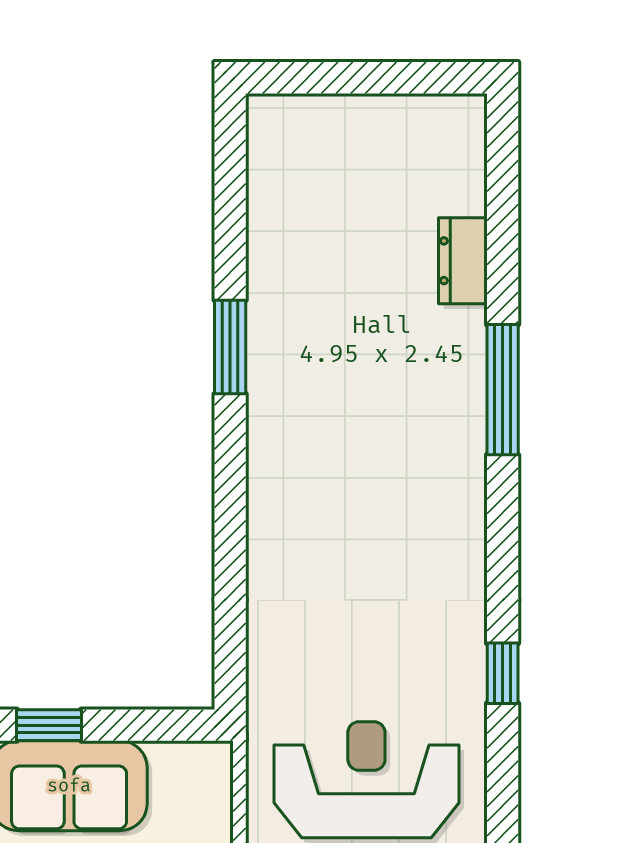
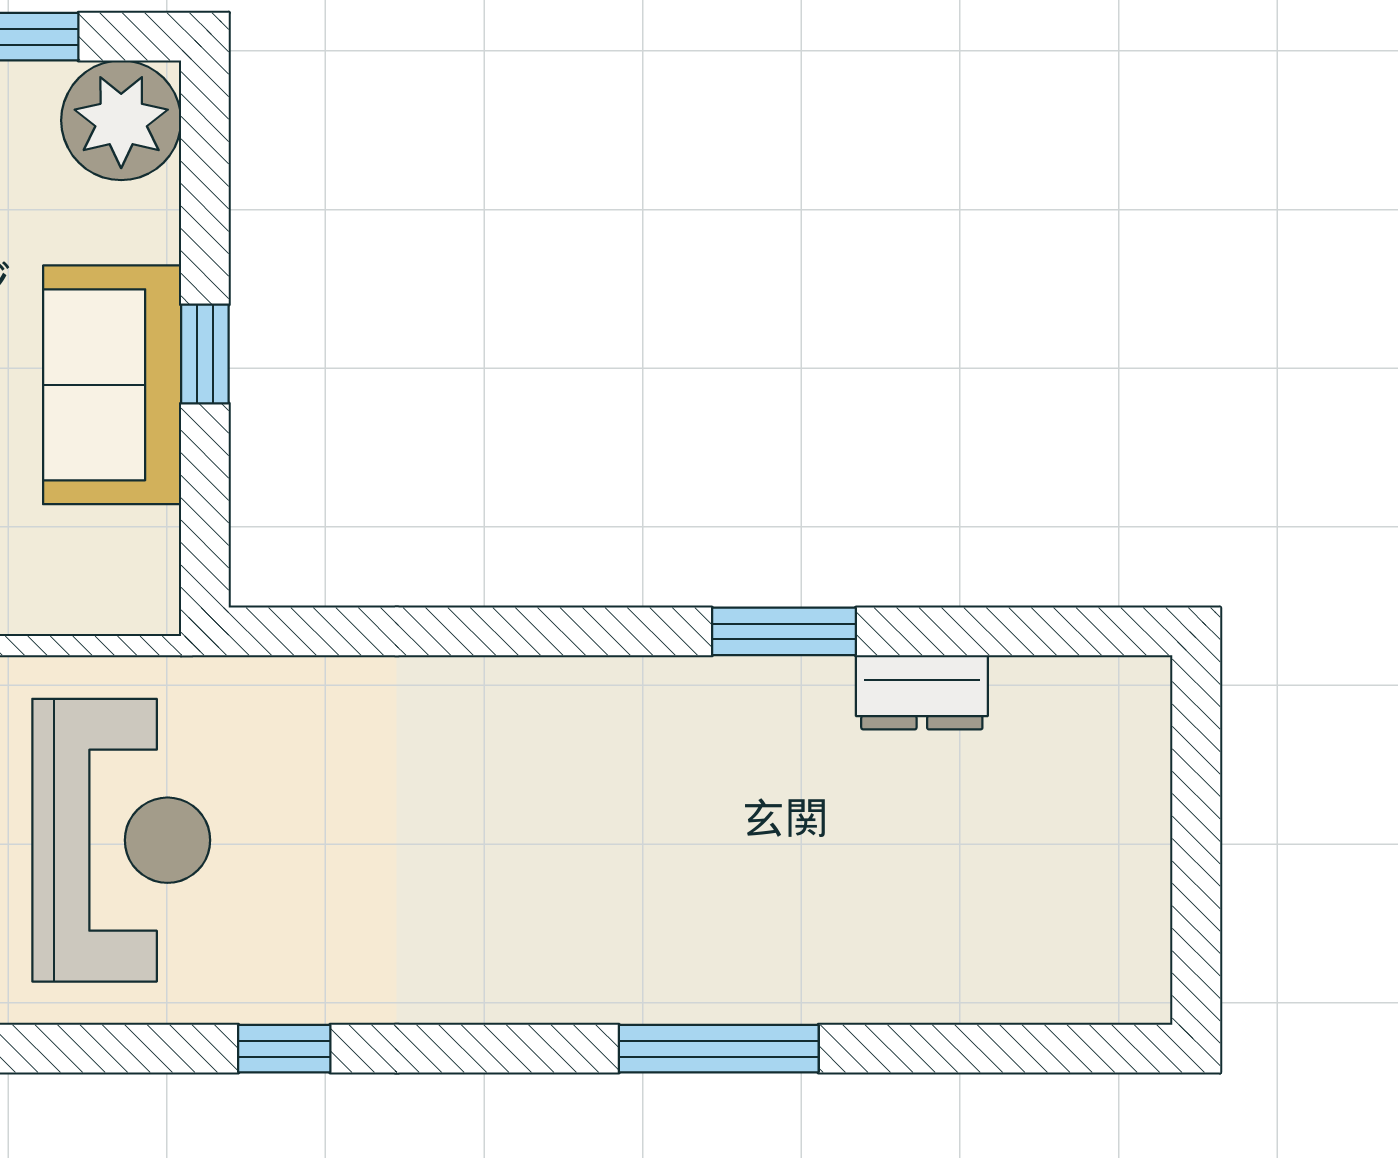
dresser: (463, 261) -> (922, 692), moved, turned 180

